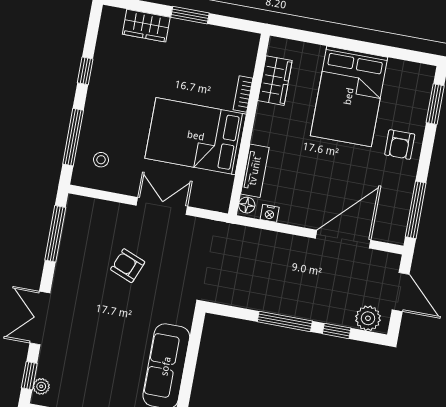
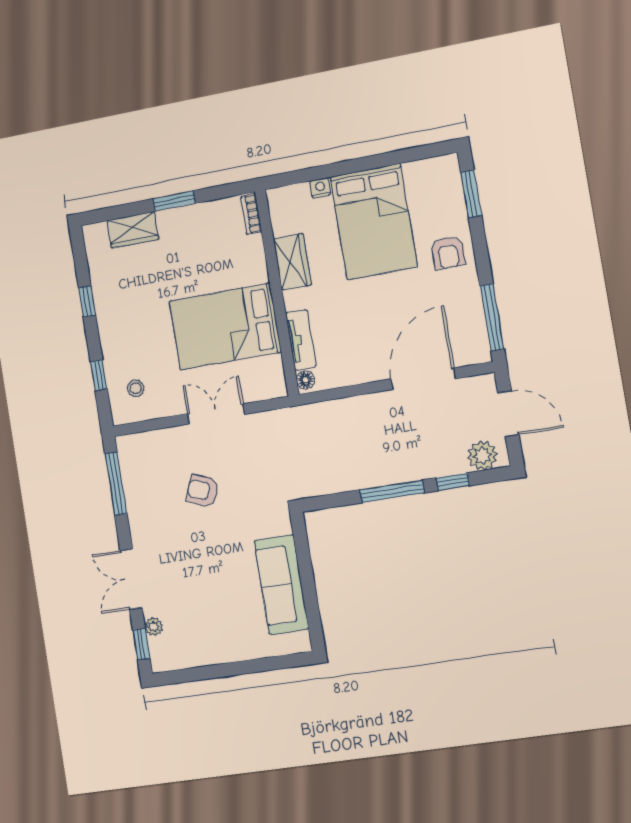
wardrobe: (275, 81) -> (292, 262), moved
bookcase: (243, 94) -> (251, 214), moved
window: (73, 137) -> (99, 375), width x0.46
nightstand: (270, 213) -> (320, 188), moved, turned 180
plant: (41, 386) -> (154, 627), moved

